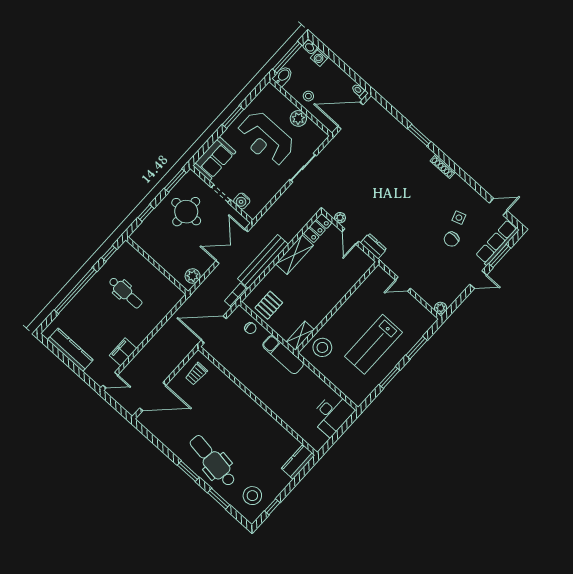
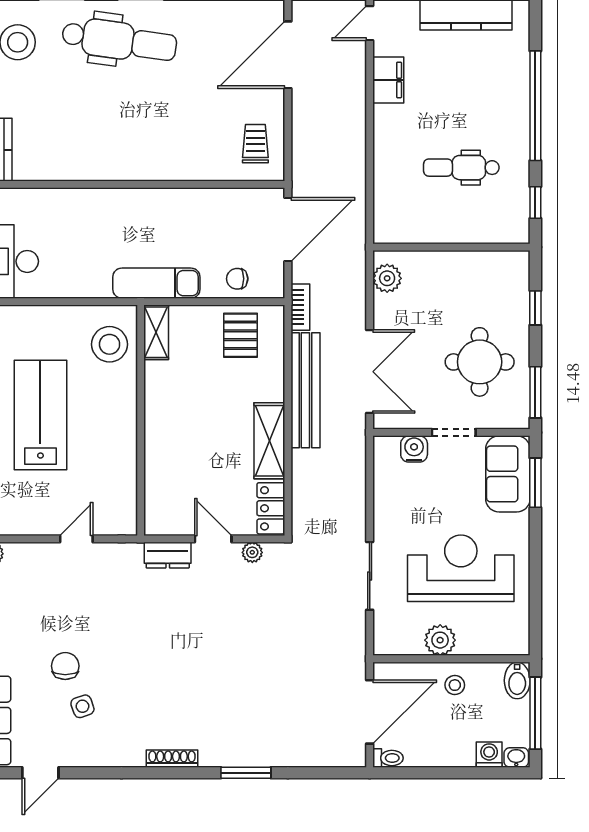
window: (233, 117) -> (535, 483), moved

